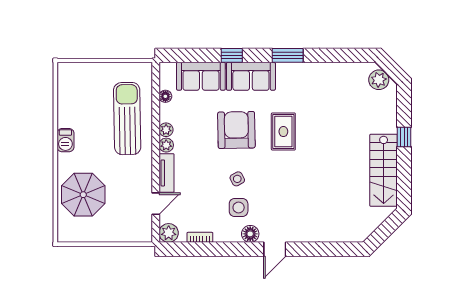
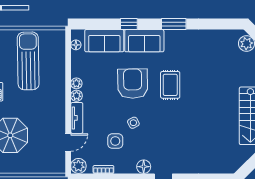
floor lamp: (165, 96) -> (76, 45), moved
sun lounger: (127, 119) -> (28, 61), moved
side table: (239, 208) -> (115, 141), moved

